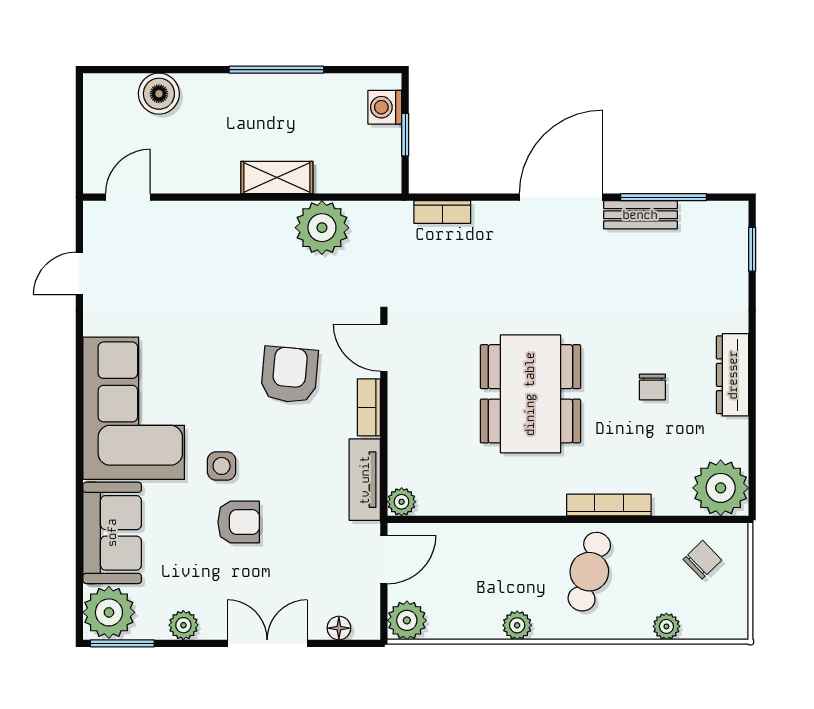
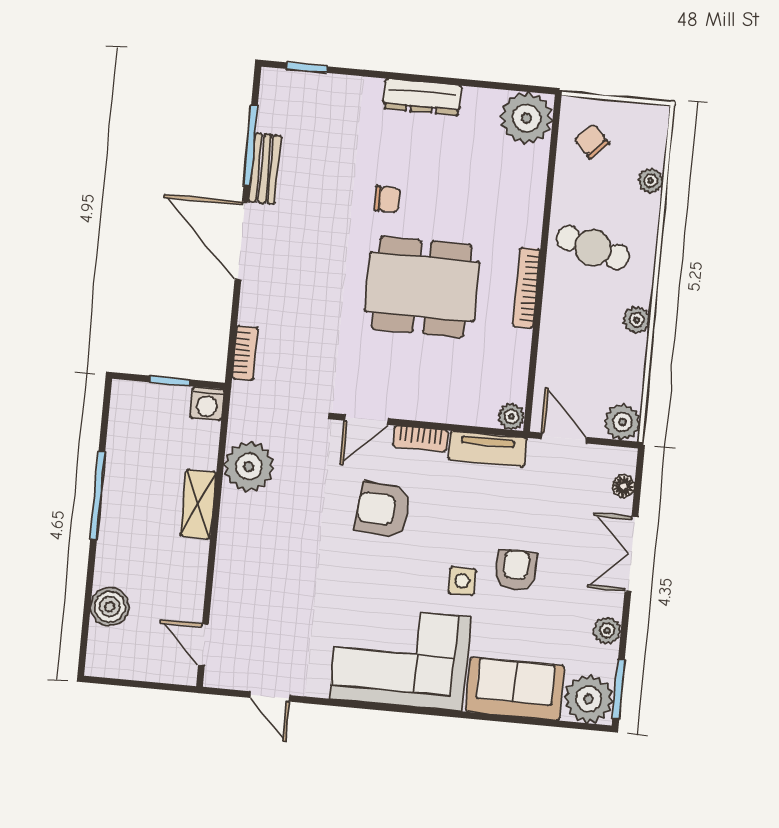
washing machine: (385, 107) -> (207, 404), moved
chair: (652, 387) -> (387, 199), moved
bookcase: (609, 505) -> (527, 288), moved

